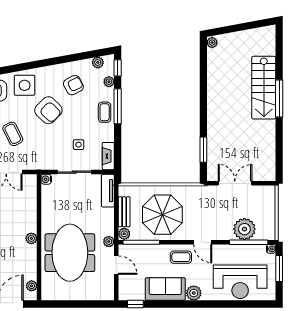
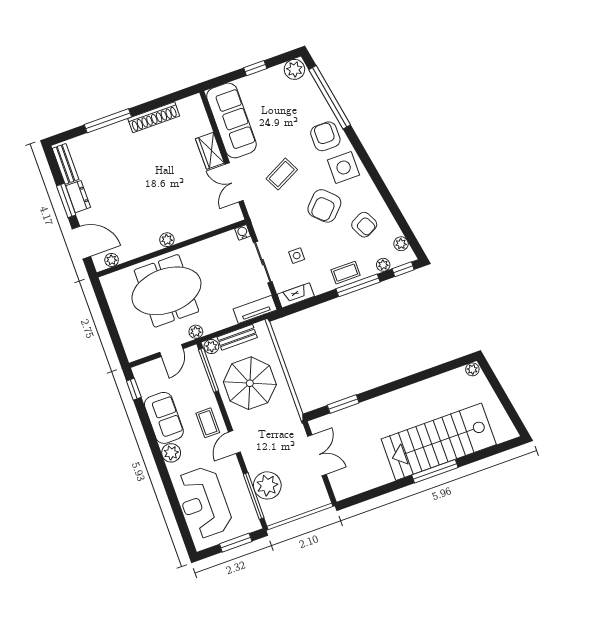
stairs: (264, 88) -> (439, 442), width x1.36, depth x1.51
water cooler: (271, 249) -> (255, 525), removed

